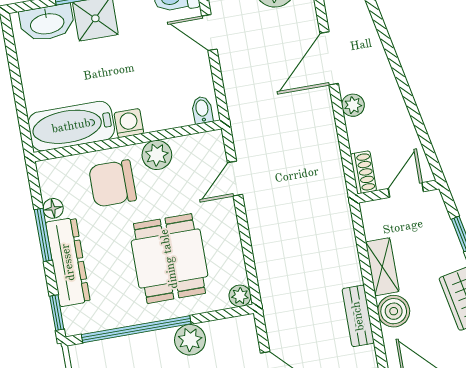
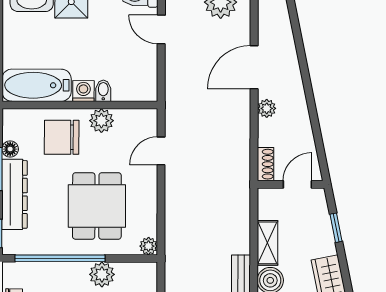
bidet: (202, 110) -> (103, 91), moved

